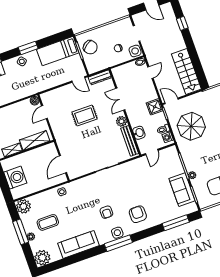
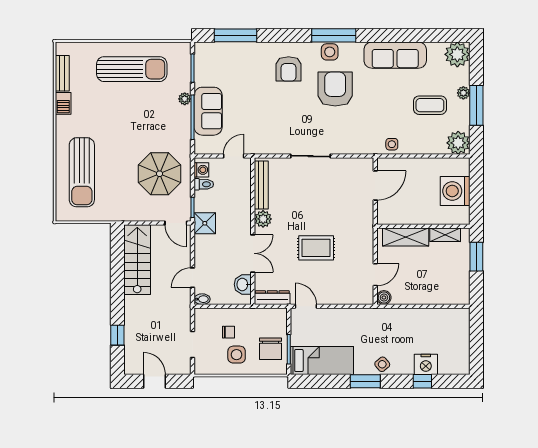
chair: (90, 47) -> (270, 349), turned -143
side table: (135, 51) -> (237, 355), moved
washbasin: (139, 133) -> (243, 284), moved
sofa: (182, 190) -> (208, 111), moved
armchair: (106, 212) -> (335, 89), width x1.88, depth x1.88

